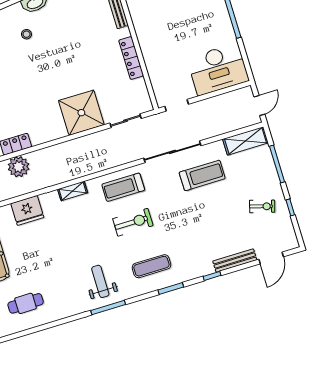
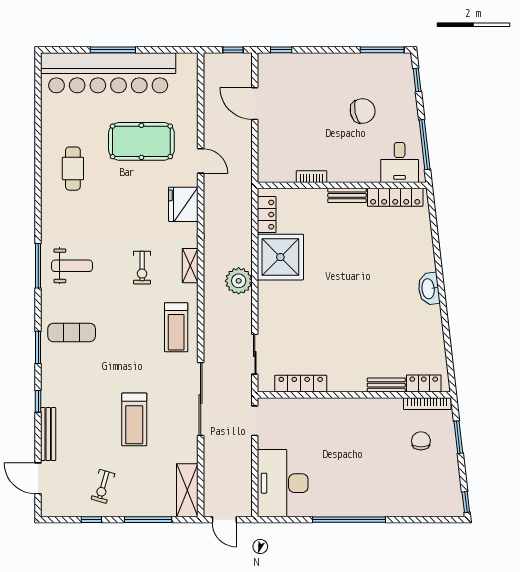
stool: (26, 34) -> (394, 267), removed
locker: (131, 58) -> (301, 384), moved
shower: (81, 113) -> (280, 257), moved
plant: (19, 167) -> (239, 281), moved
treadmill: (202, 175) -> (134, 419), moved
treadmill: (123, 187) -> (176, 327), turned 180
exercise bike: (133, 222) -> (142, 268), moved, width x0.73, depth x0.72
exercise mat: (151, 266) -> (72, 332), turned 90

